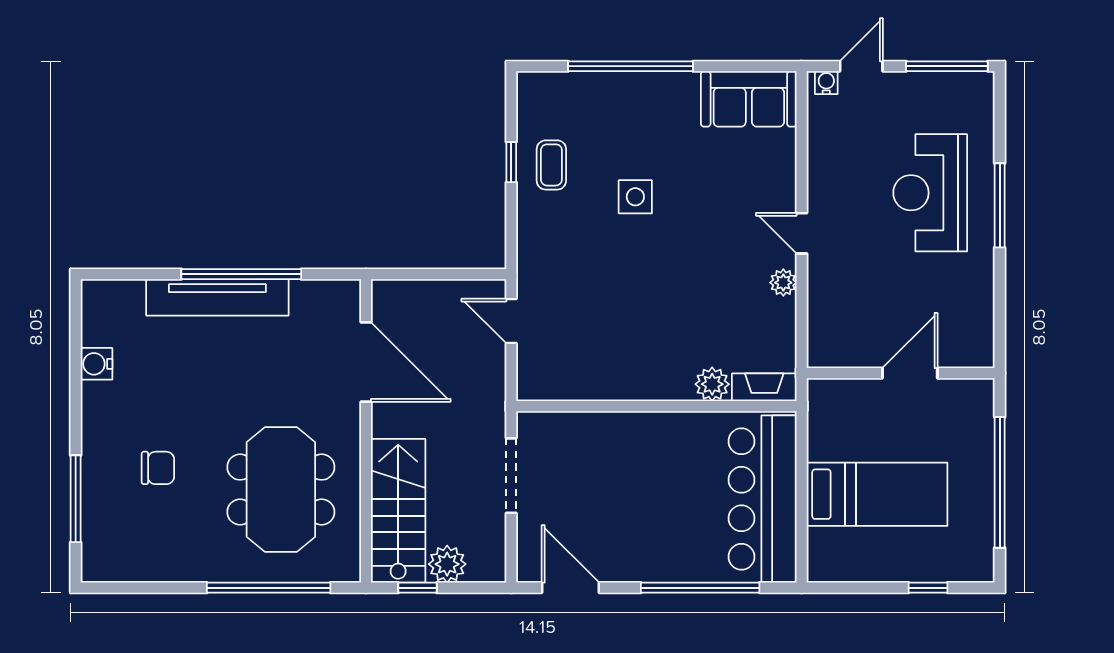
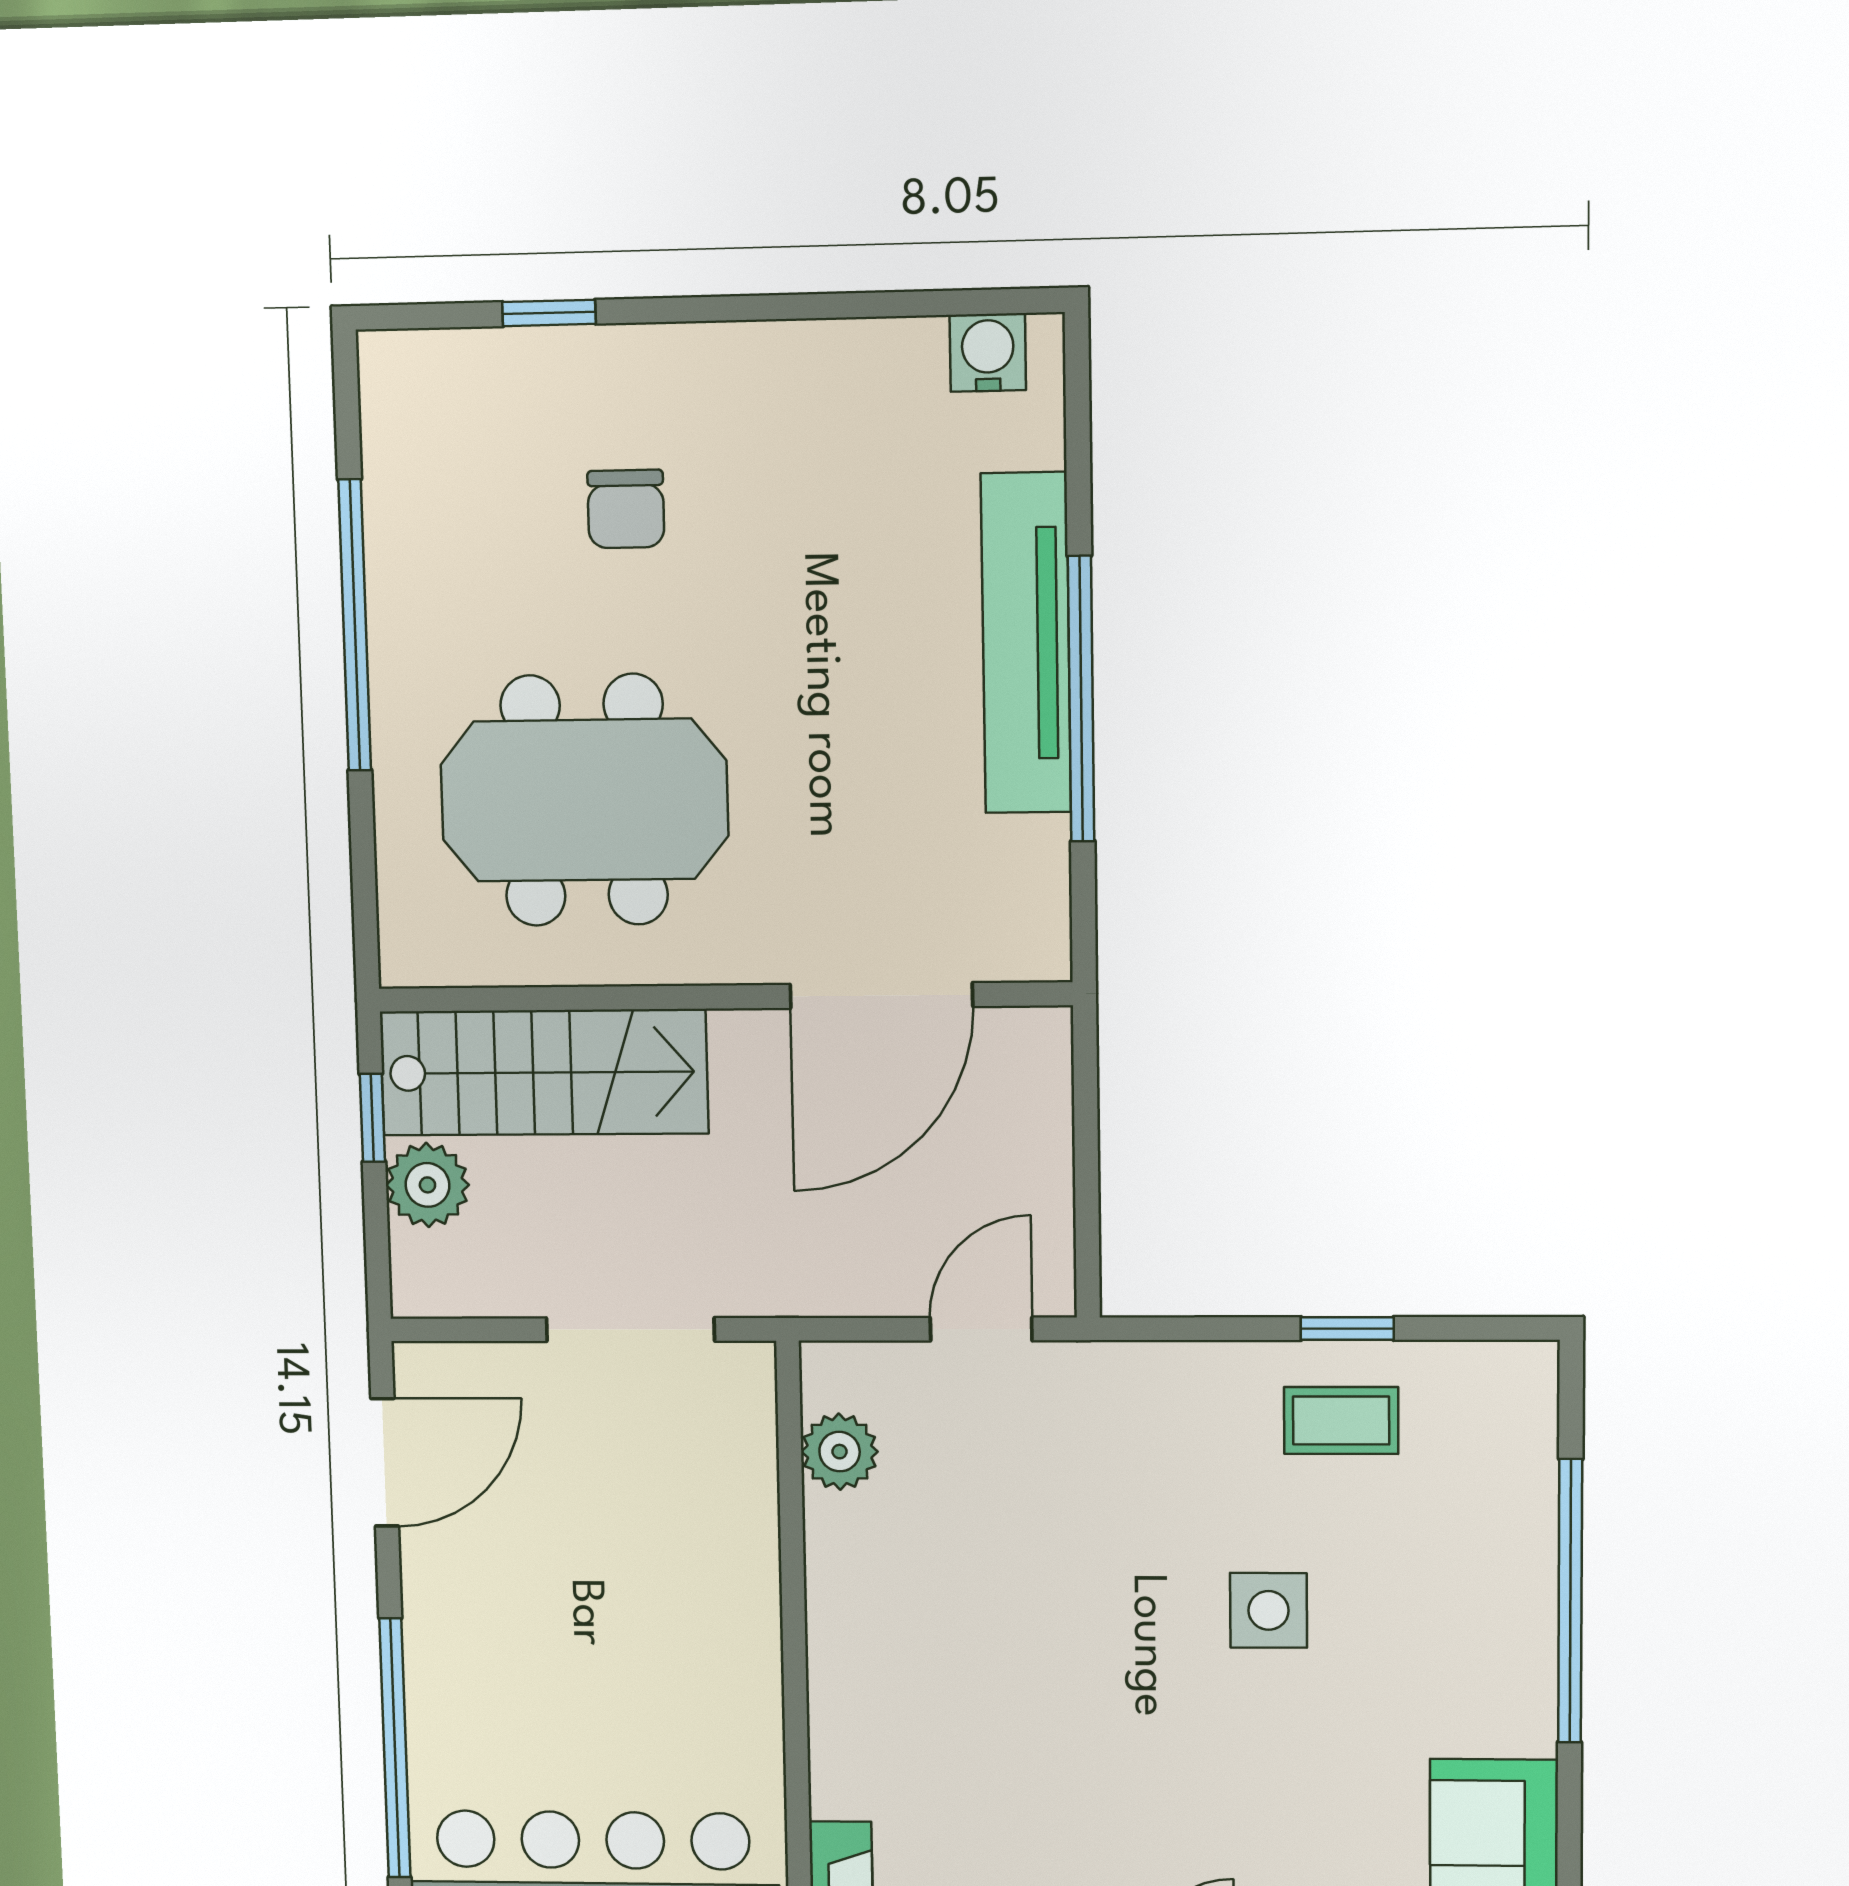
water cooler: (96, 364) -> (988, 353), moved
plant: (712, 384) -> (840, 1452), moved
window: (76, 499) -> (549, 313), width x0.46
window: (269, 588) -> (355, 625), moved

